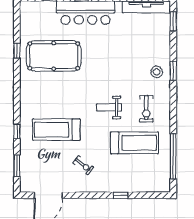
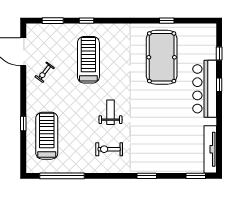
stool: (157, 72) -> (146, 159), removed
treadmill: (134, 143) -> (47, 136), moved, turned 180
exercise bike: (83, 165) -> (45, 72), moved

